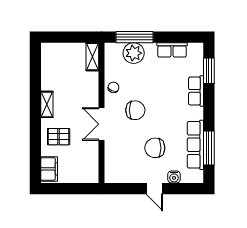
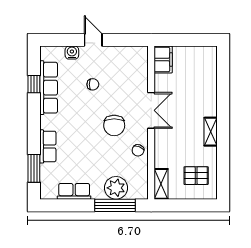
chair: (135, 110) -> (114, 125), turned -90
pallet: (59, 137) -> (196, 176), moved
chair: (155, 148) -> (93, 84), width x0.54, depth x0.54
window: (209, 148) -> (34, 84), width x0.46
filing cabinet: (49, 169) -> (163, 59), moved, turned 180

